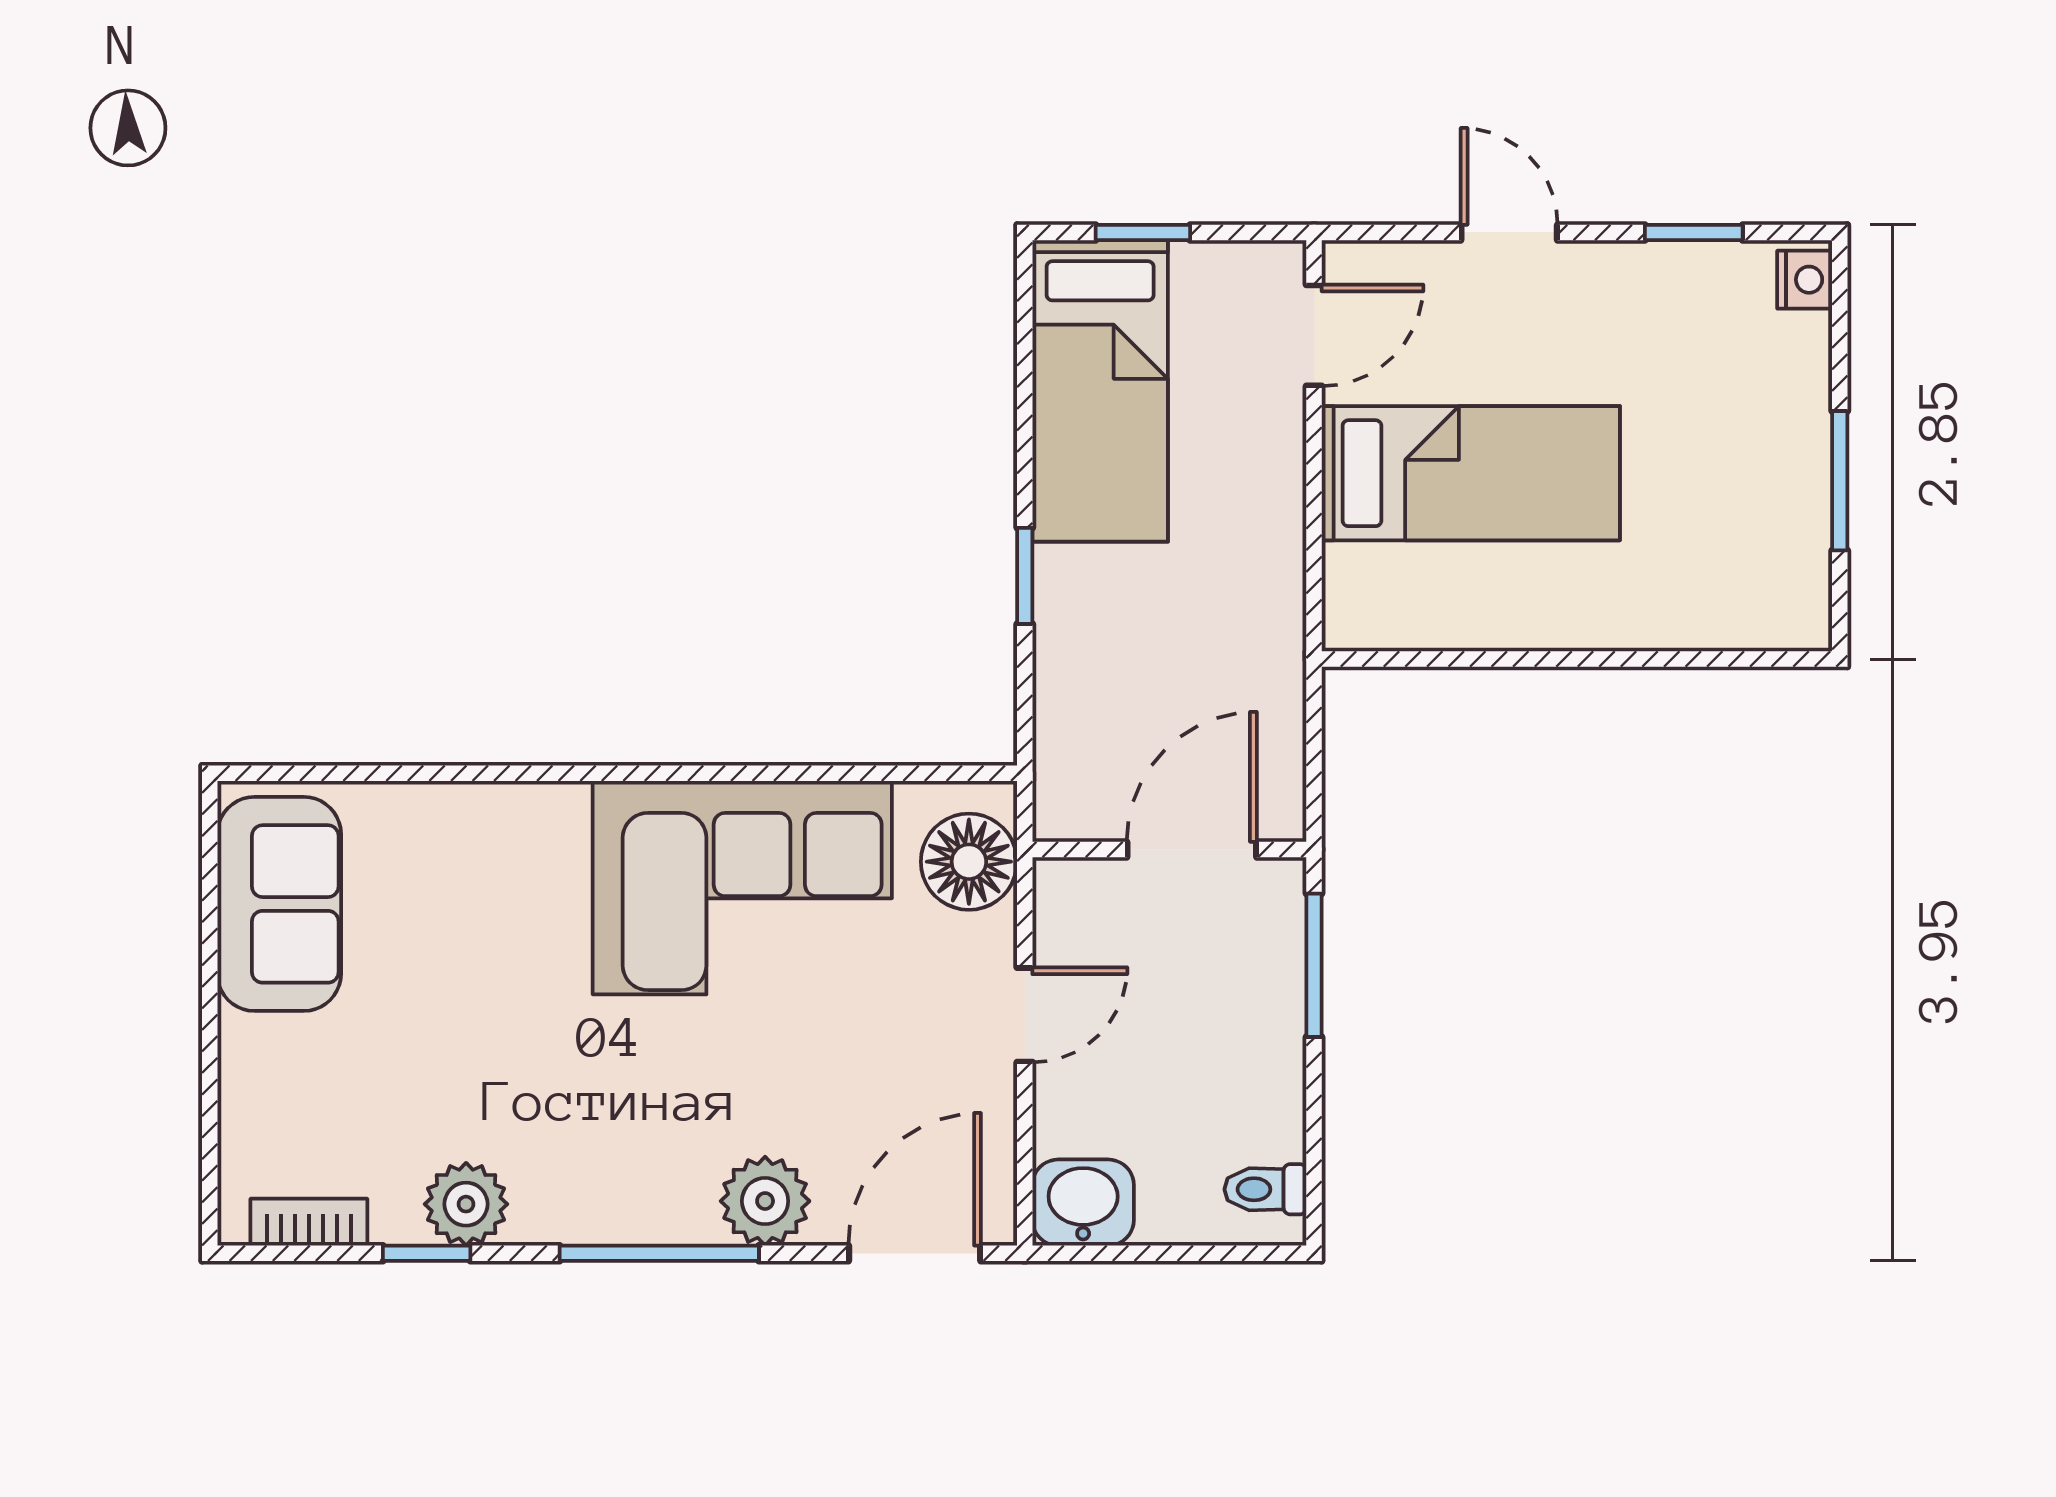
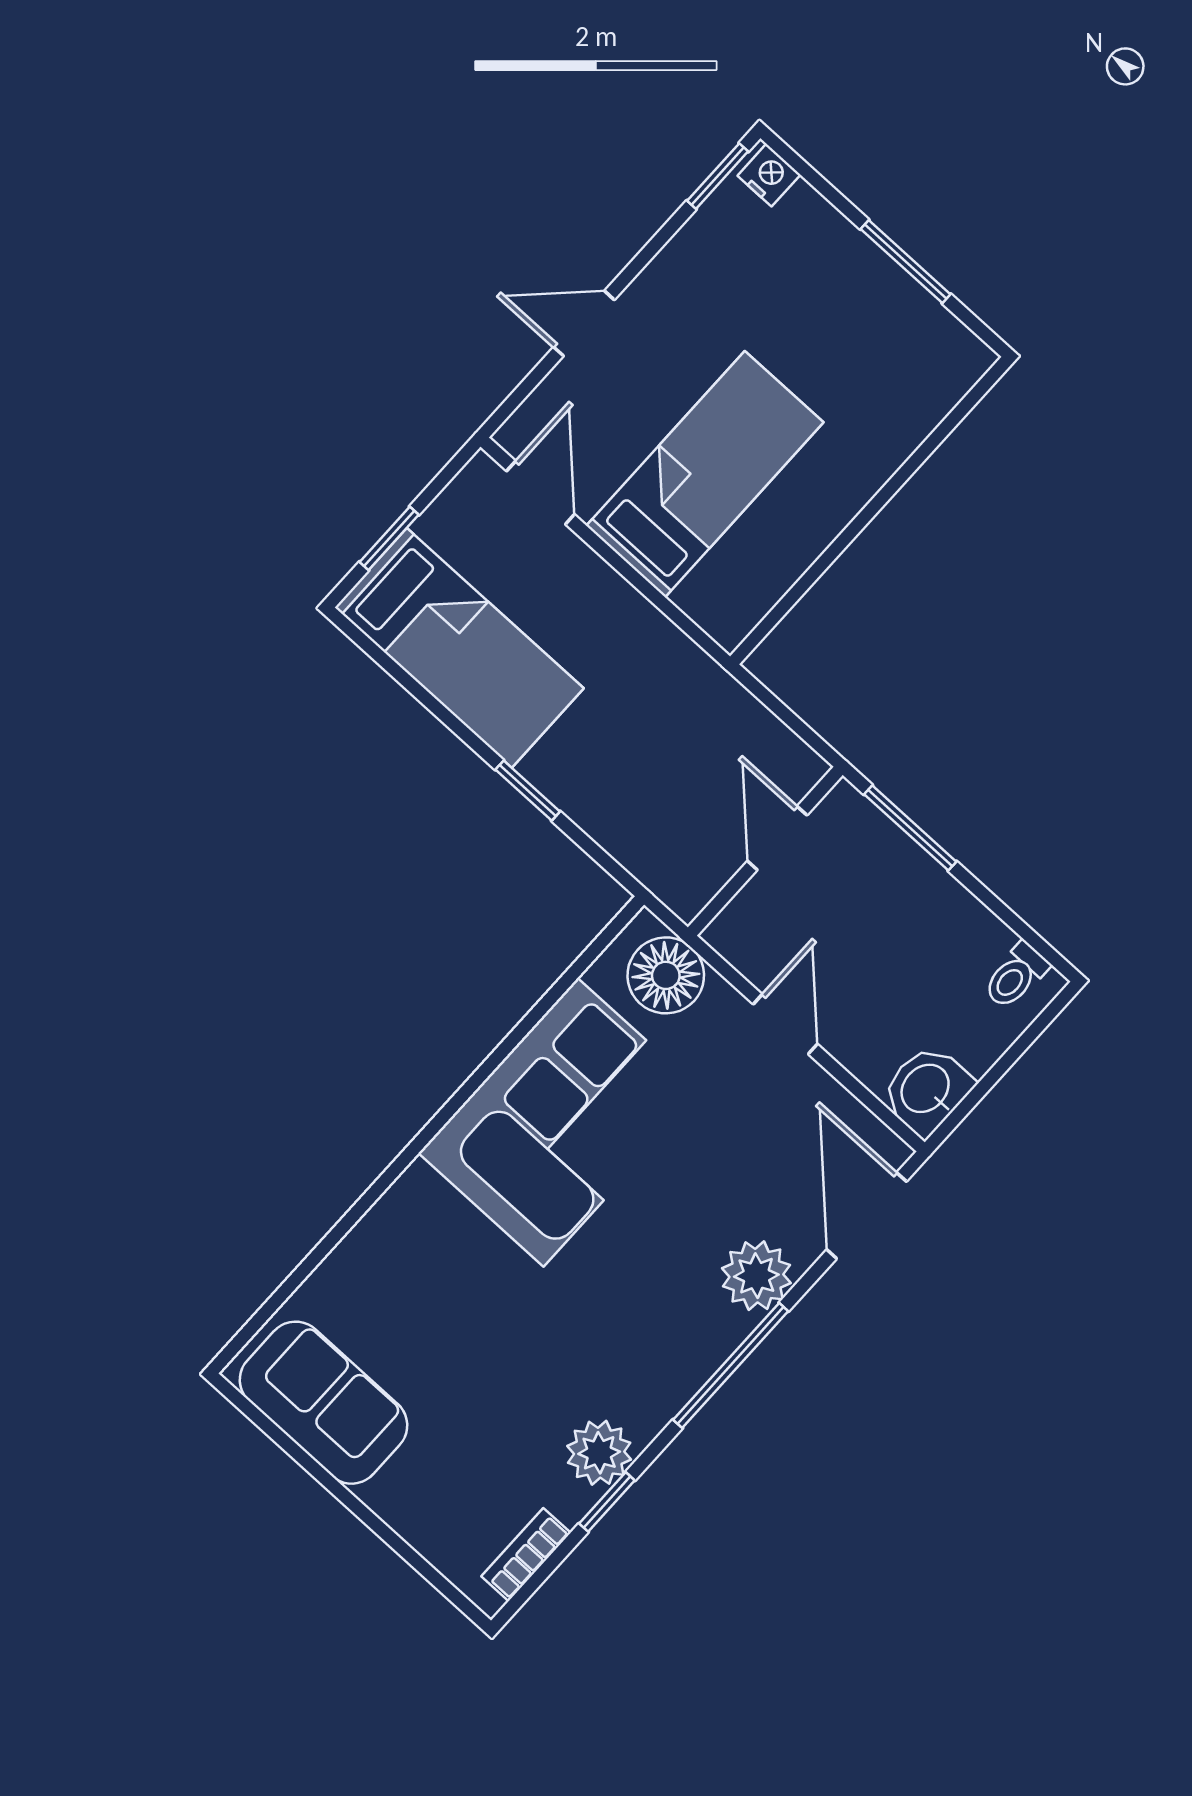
window: (1694, 232) -> (718, 176), moved
door: (1192, 849) -> (777, 838), width x0.73

